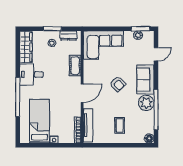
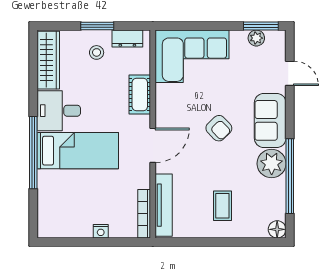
door: (156, 54) -> (290, 73), hinge flipped
bed: (40, 121) -> (78, 151), moved, turned 90

